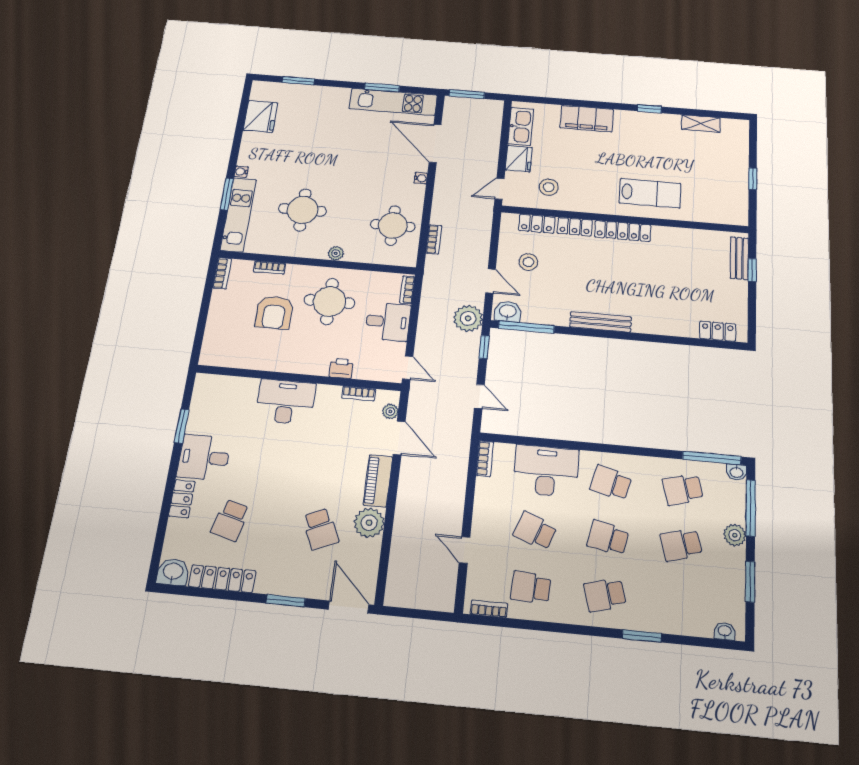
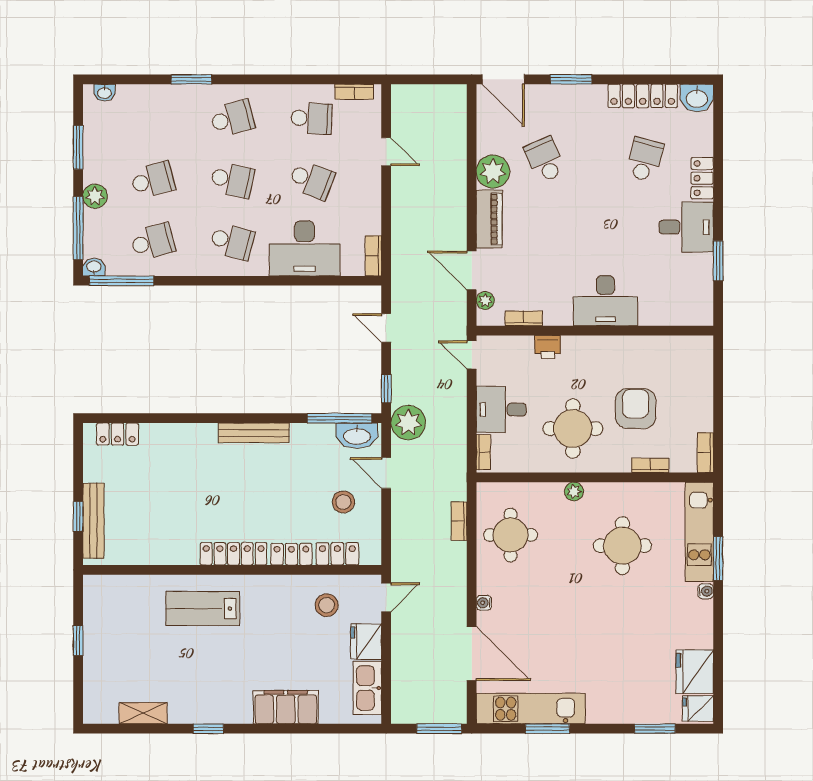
fridge: (263, 91) -> (698, 709), added
bench: (739, 258) -> (93, 521), width x1.36
washbasin: (508, 312) -> (357, 436), width x1.38

